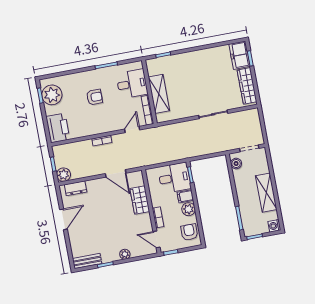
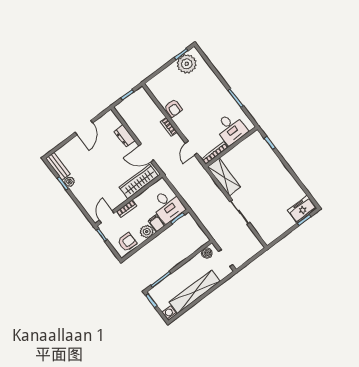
wardrobe: (247, 86) -> (279, 229), removed
shelving: (159, 94) -> (224, 177), moved, turned 90
armchair: (94, 97) -> (173, 108), moved
printer: (58, 128) -> (161, 83), removed
door: (132, 129) -> (191, 148), swing flipped
door: (116, 173) -> (146, 153), hinge flipped
plant: (64, 175) -> (123, 108), removed
dresser: (76, 188) -> (125, 136), moved
shelving: (266, 193) -> (195, 292), width x1.47
wardrobe: (140, 200) -> (139, 182), width x1.50
door: (63, 219) -> (84, 128), hinge flipped
plant: (125, 254) -> (69, 182), moved

